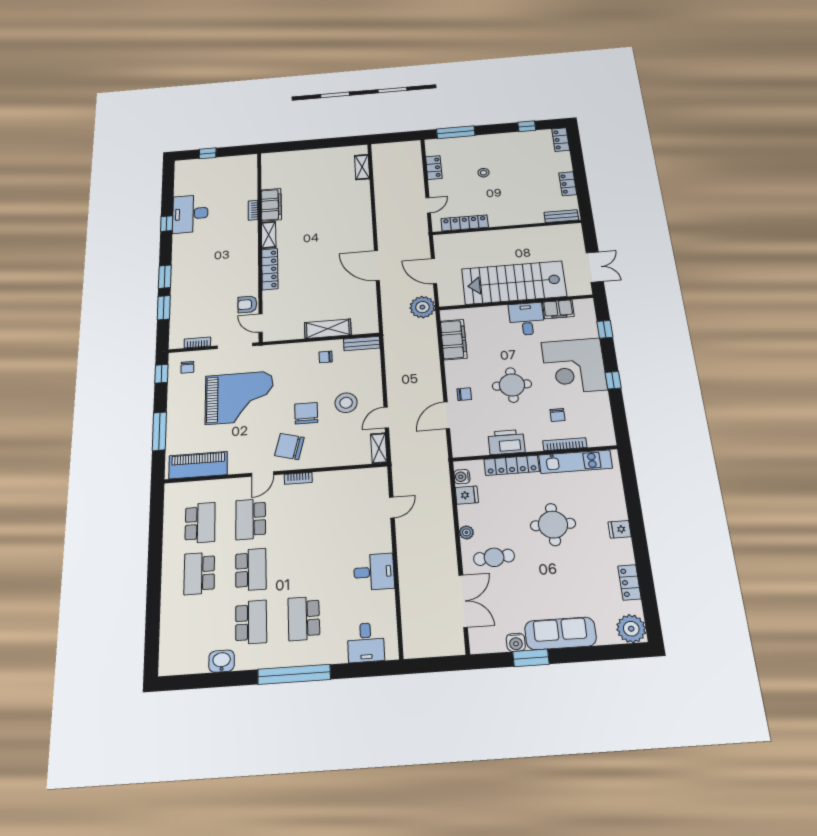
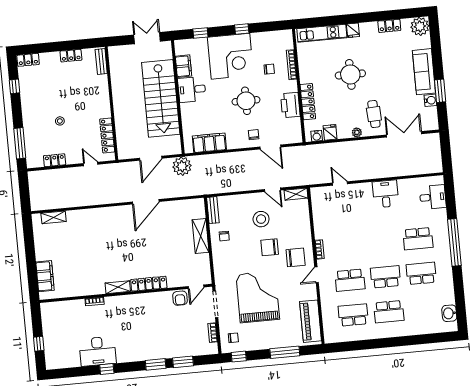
filing cabinet: (271, 205) -> (45, 276), moved, turned 90
chair: (289, 447) -> (296, 257), turned -105
kitchen unit: (575, 462) -> (322, 33), moved, turned 90
door: (263, 474) -> (317, 275), swing flipped
washbasin: (222, 661) -> (449, 313), moved

